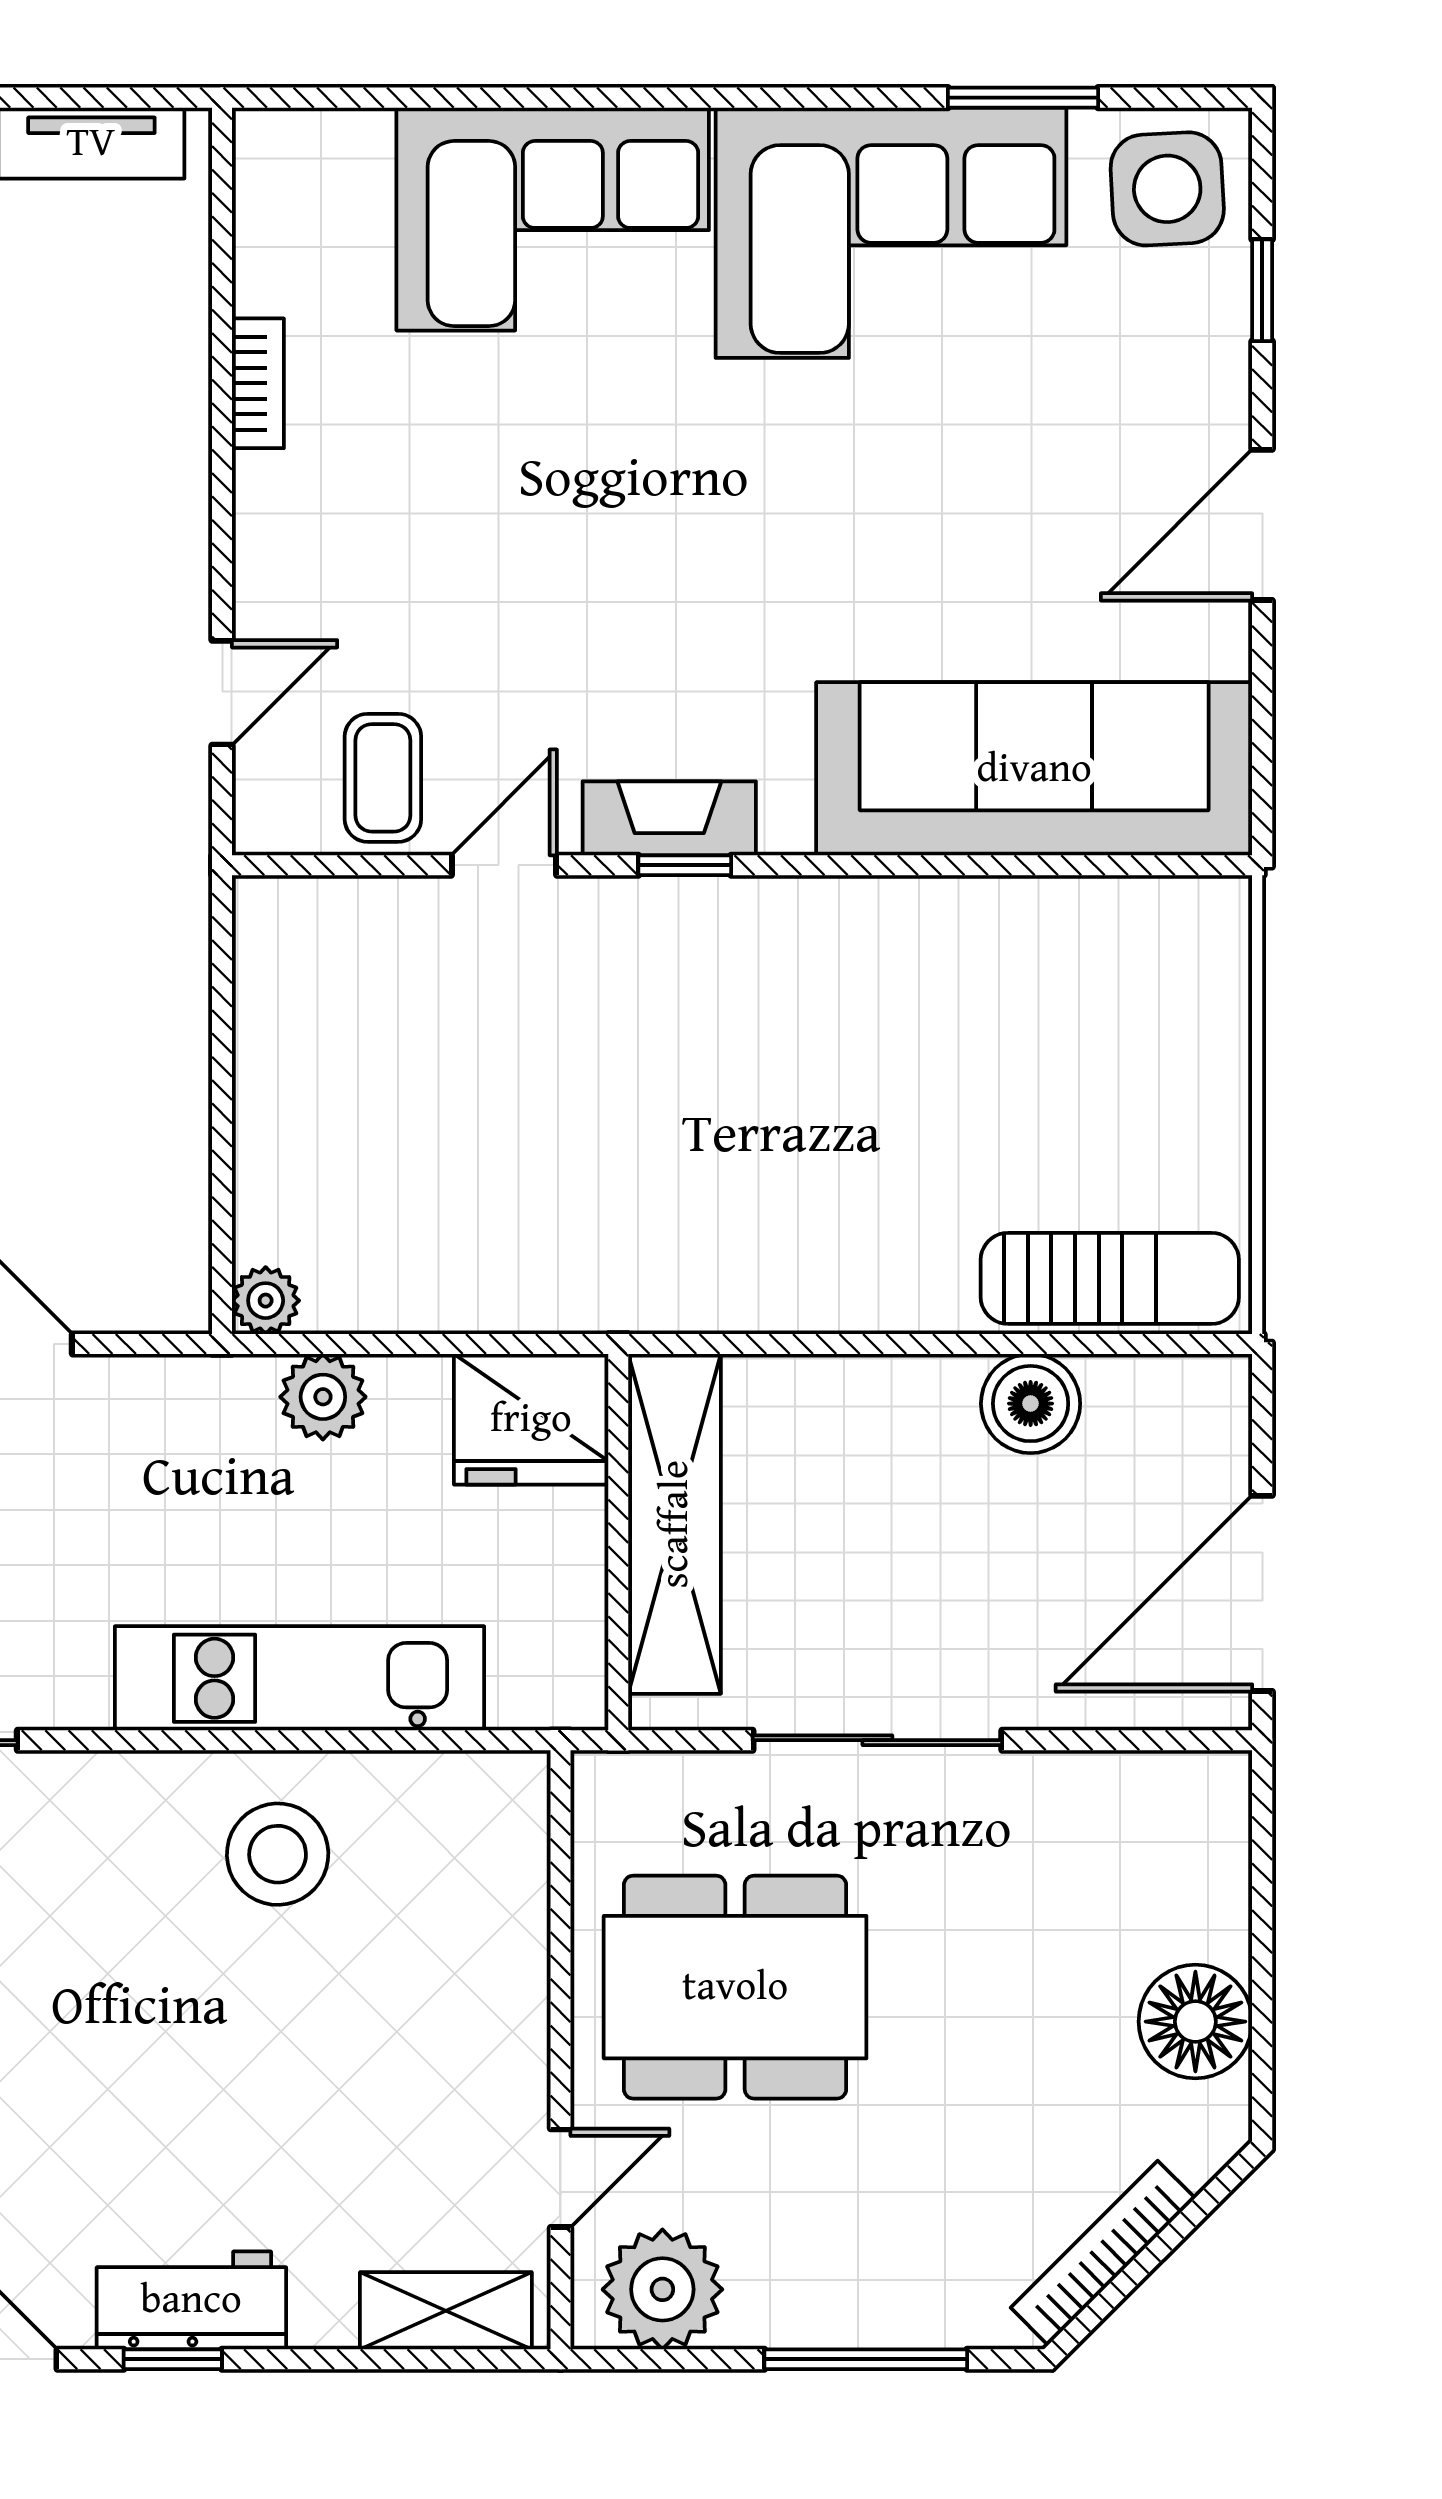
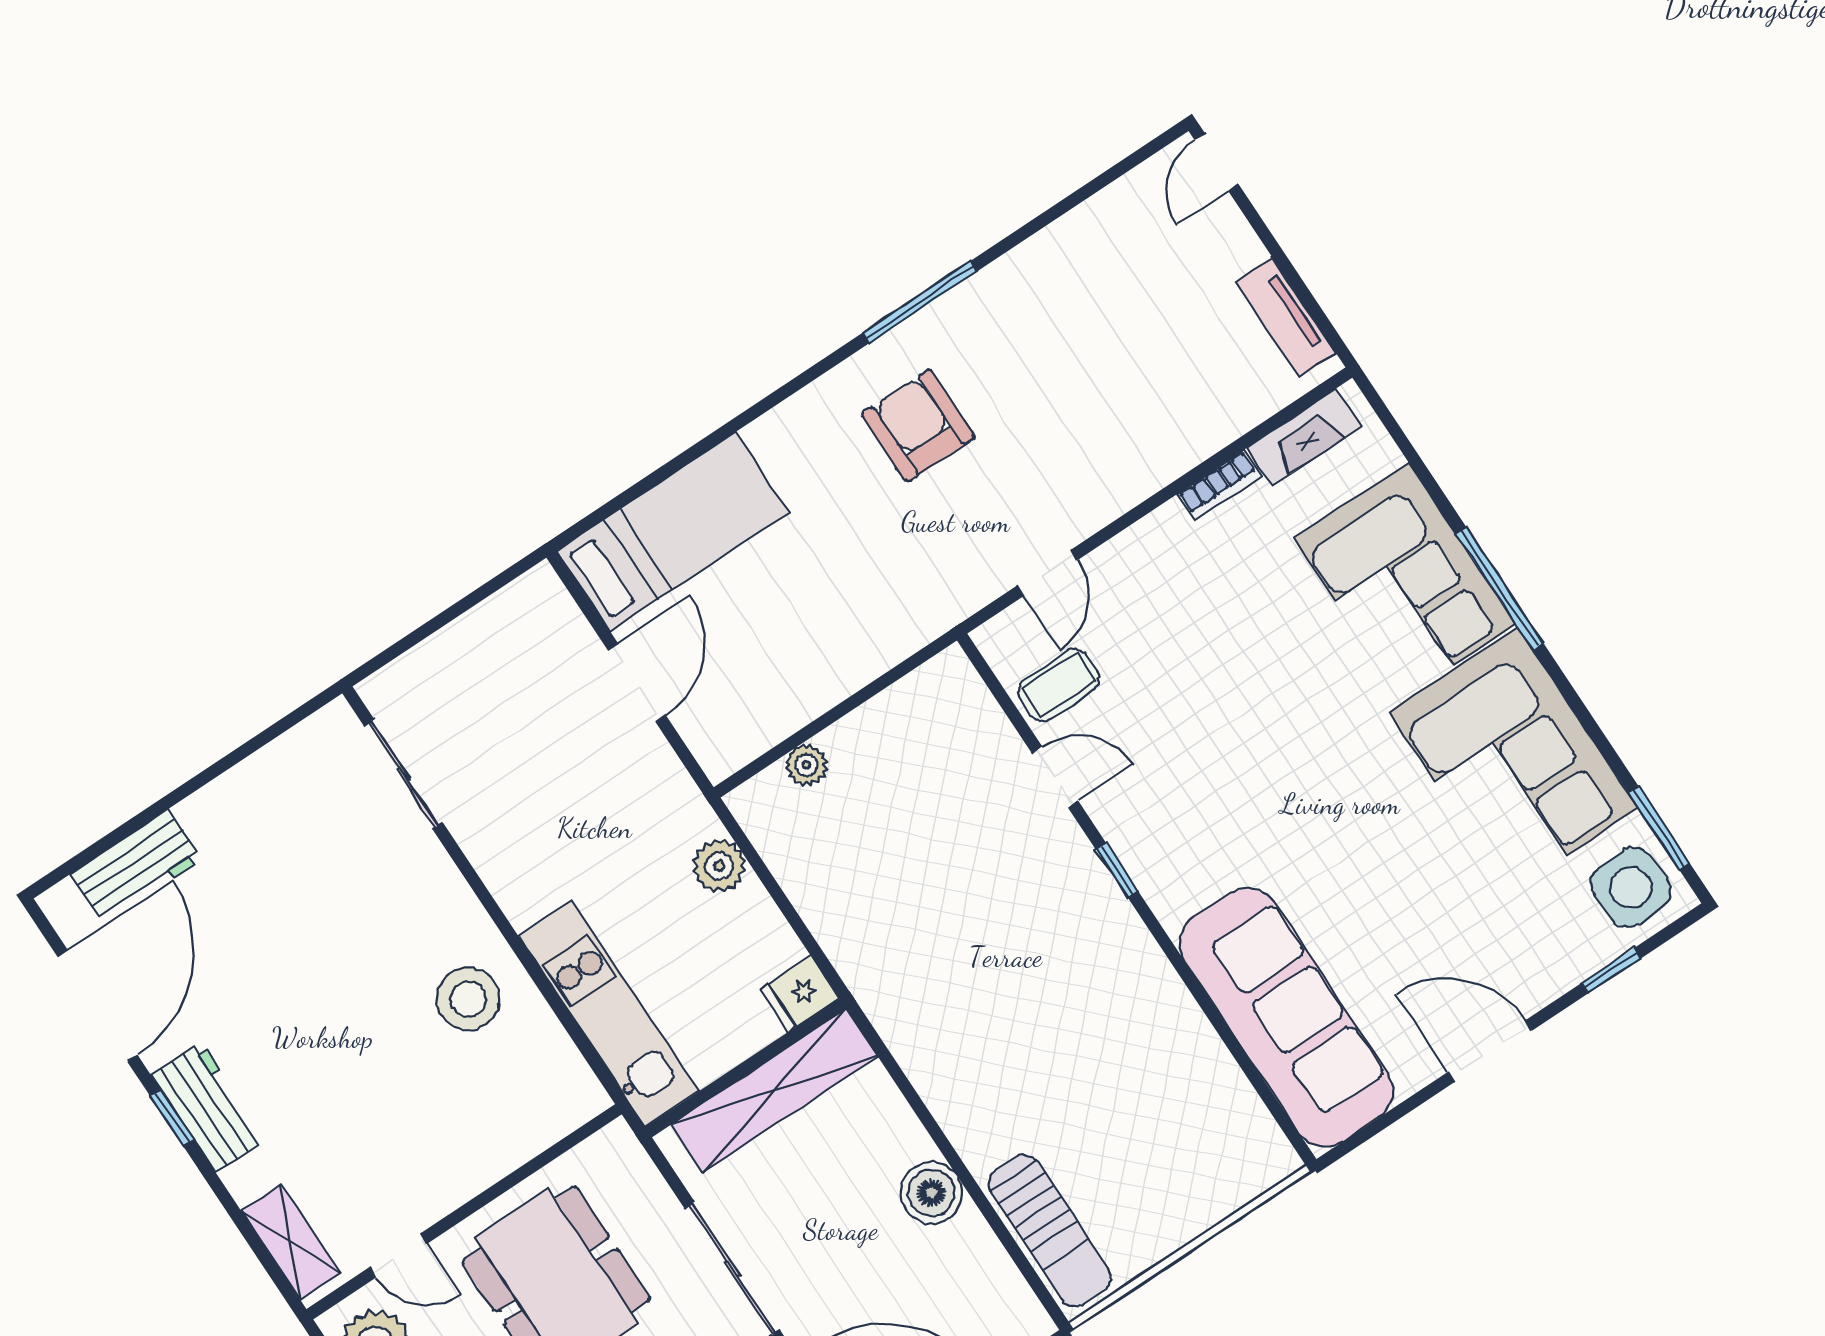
window: (648, 98) -> (1500, 589), added
window: (1023, 98) -> (1659, 828), moved
door: (222, 693) -> (1047, 573), hinge flipped
fireplace: (669, 818) -> (1304, 437), moved, turned 90
plant: (266, 1301) -> (807, 765), moved
boiler: (1031, 1404) -> (931, 1193), moved
fridge: (531, 1419) -> (800, 994), width x0.53, depth x0.75
kitchen unit: (299, 1678) -> (609, 1014), moved

